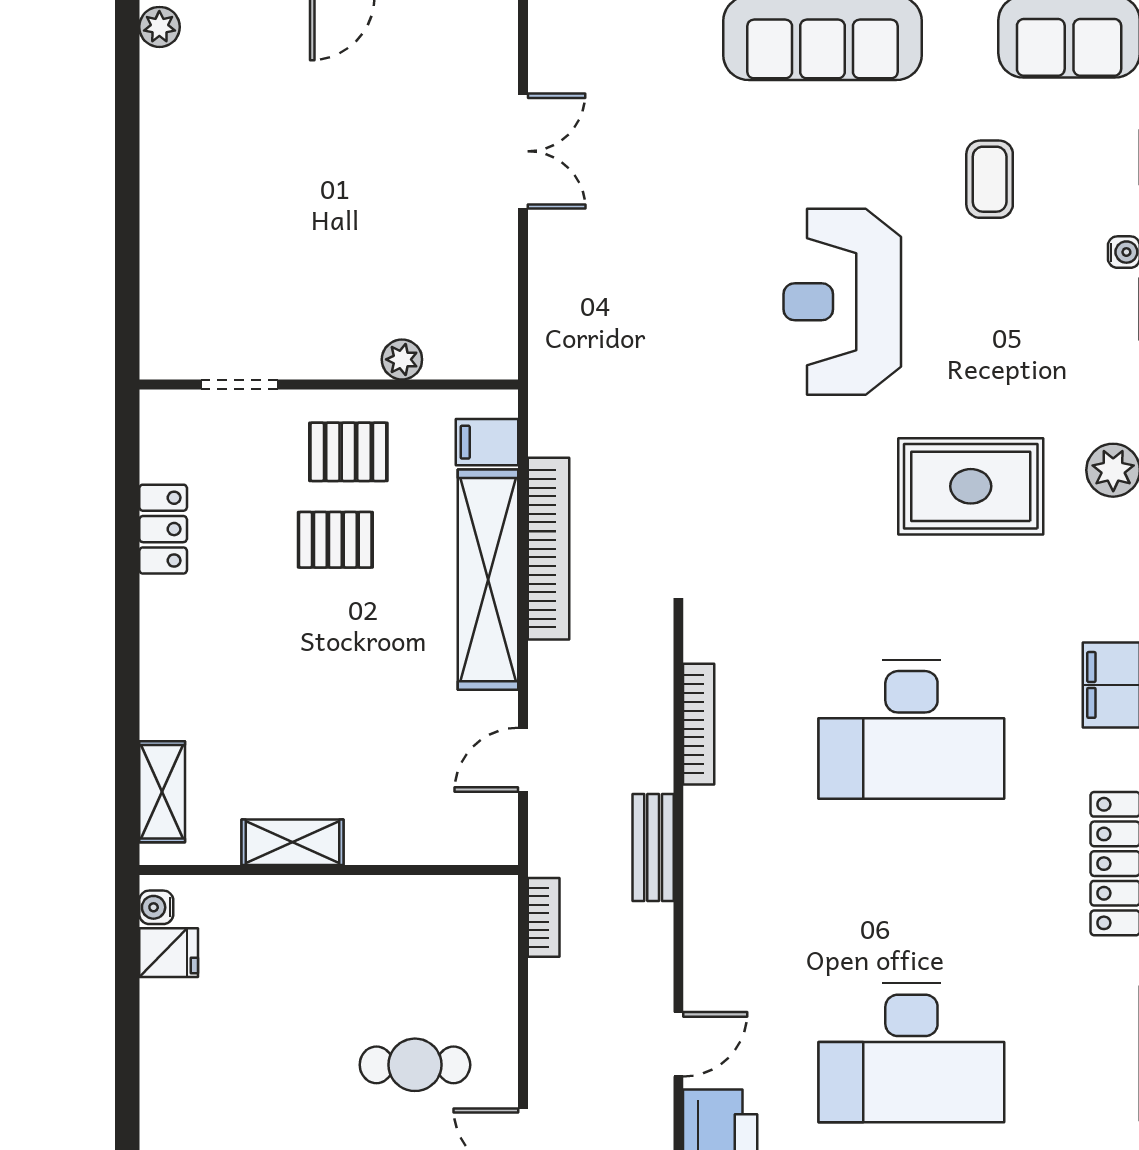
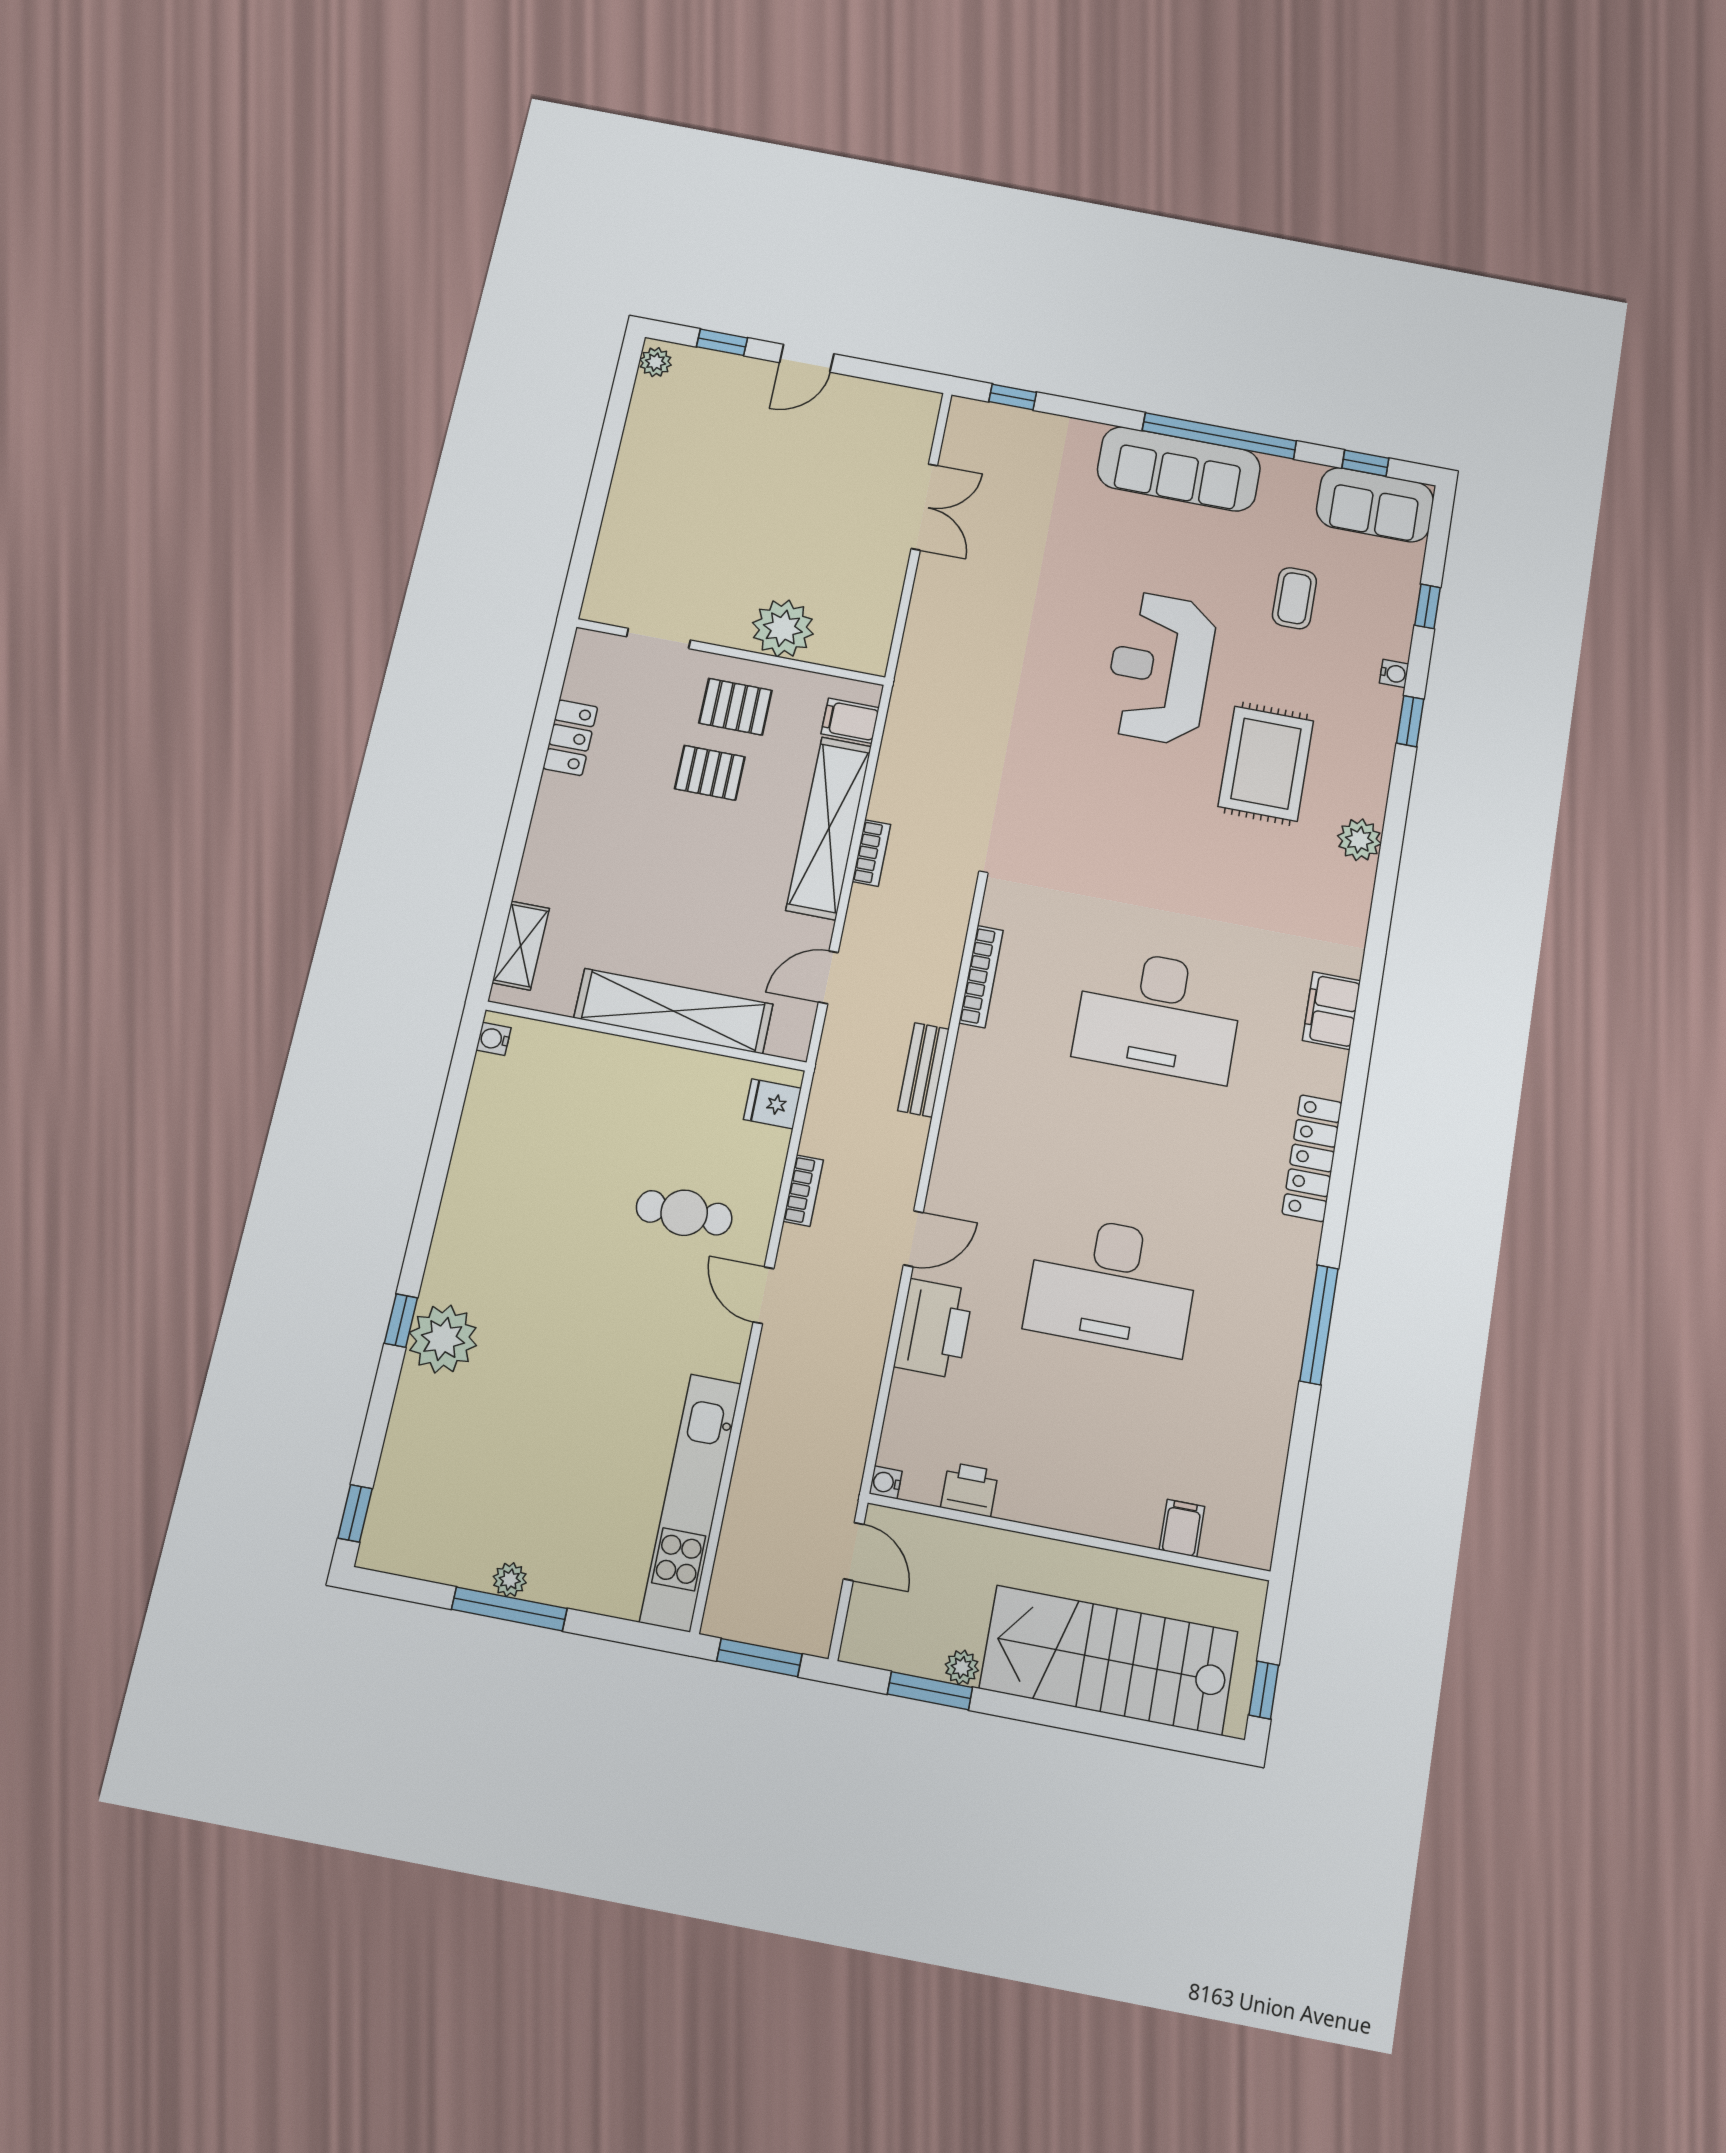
plant: (402, 359) -> (783, 628), width x1.87, depth x1.87
rug: (971, 486) -> (1266, 764), moved, turned 90
bookcase: (548, 549) -> (871, 853), width x0.43, depth x0.76
shelving: (293, 842) -> (673, 1011), width x2.20, depth x1.33
bookcase: (544, 917) -> (803, 1191), moved
fridge: (169, 953) -> (772, 1104), moved, turned 180

